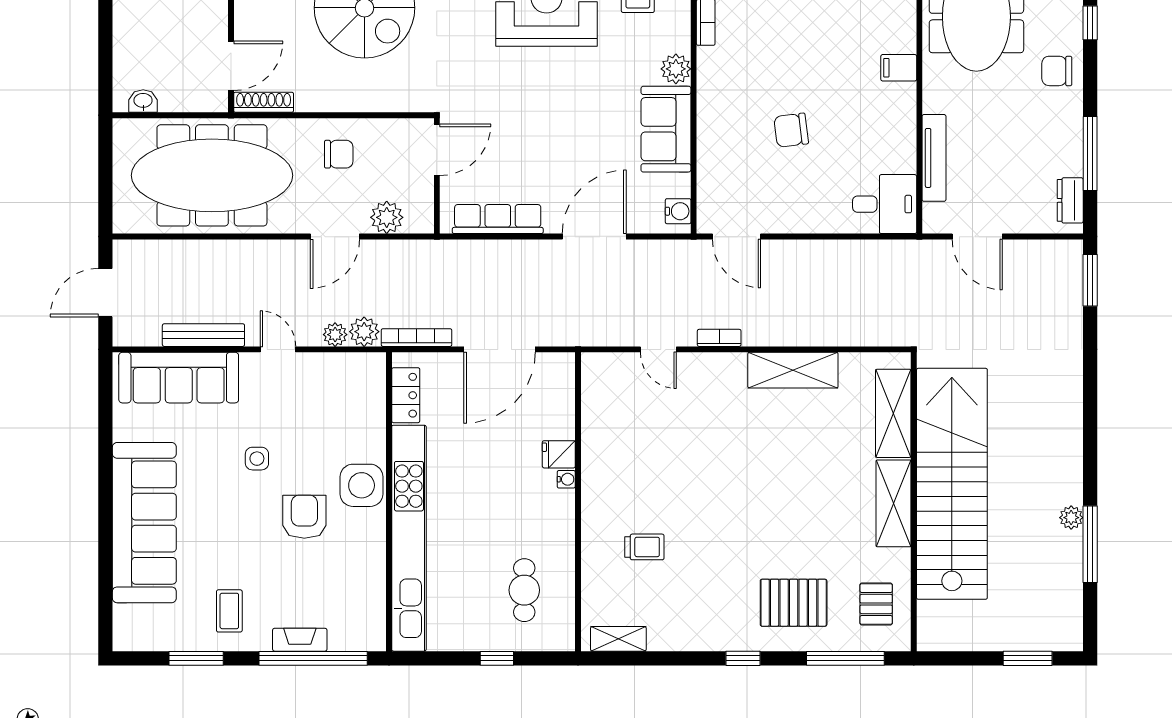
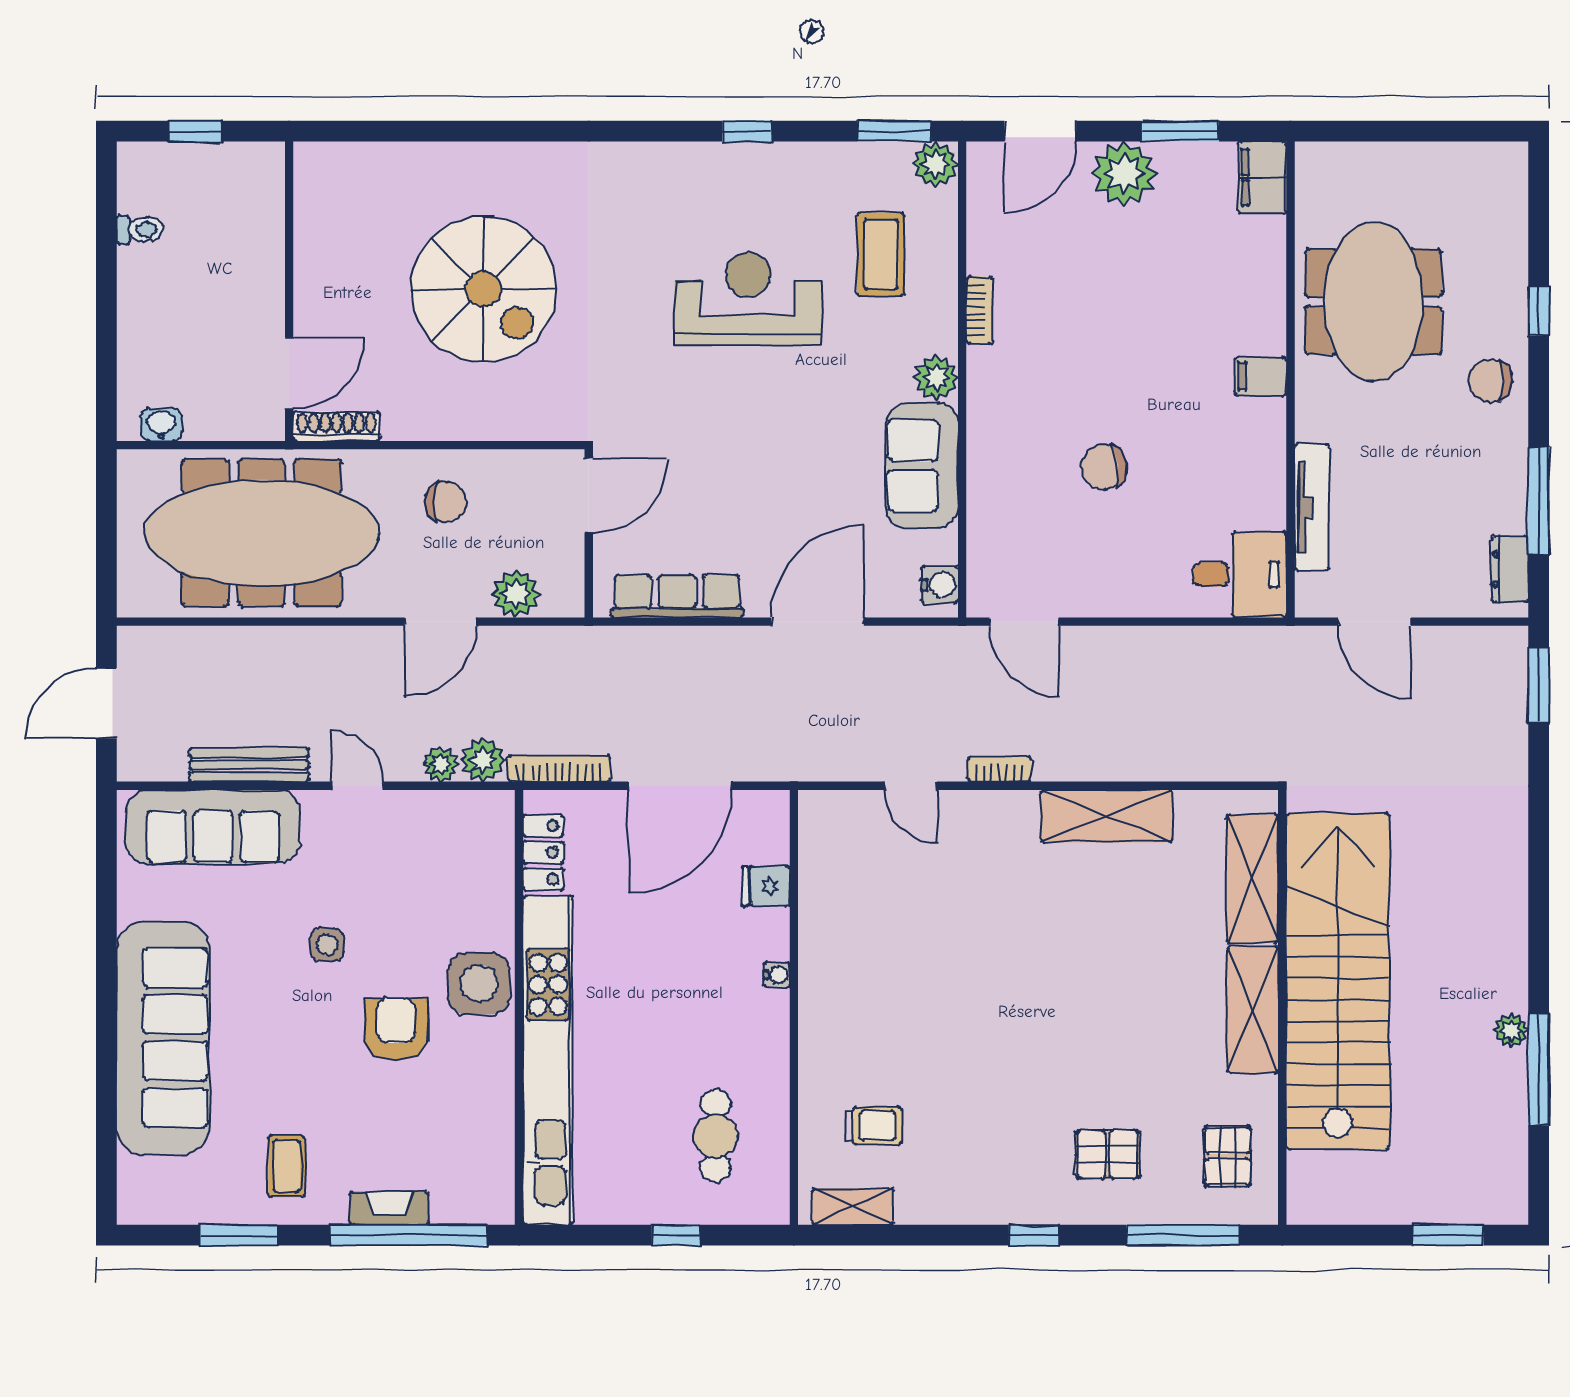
fridge: (559, 454) -> (766, 886), moved
trolley: (644, 547) -> (873, 1126), moved
pallet: (794, 603) -> (1107, 1154), width x0.67, depth x0.71

